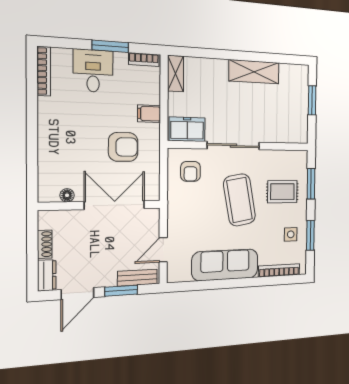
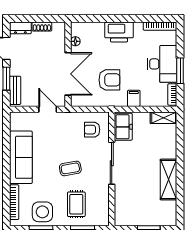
desk: (93, 71) -> (162, 64), width x1.37
printer: (53, 132) -> (119, 32), added
armchair: (123, 147) -> (109, 80), turned -90
coffee table: (239, 200) -> (70, 168), width x0.54, depth x0.58
side table: (291, 234) -> (42, 212), width x1.87, depth x1.87
door: (163, 250) -> (48, 109), moved

